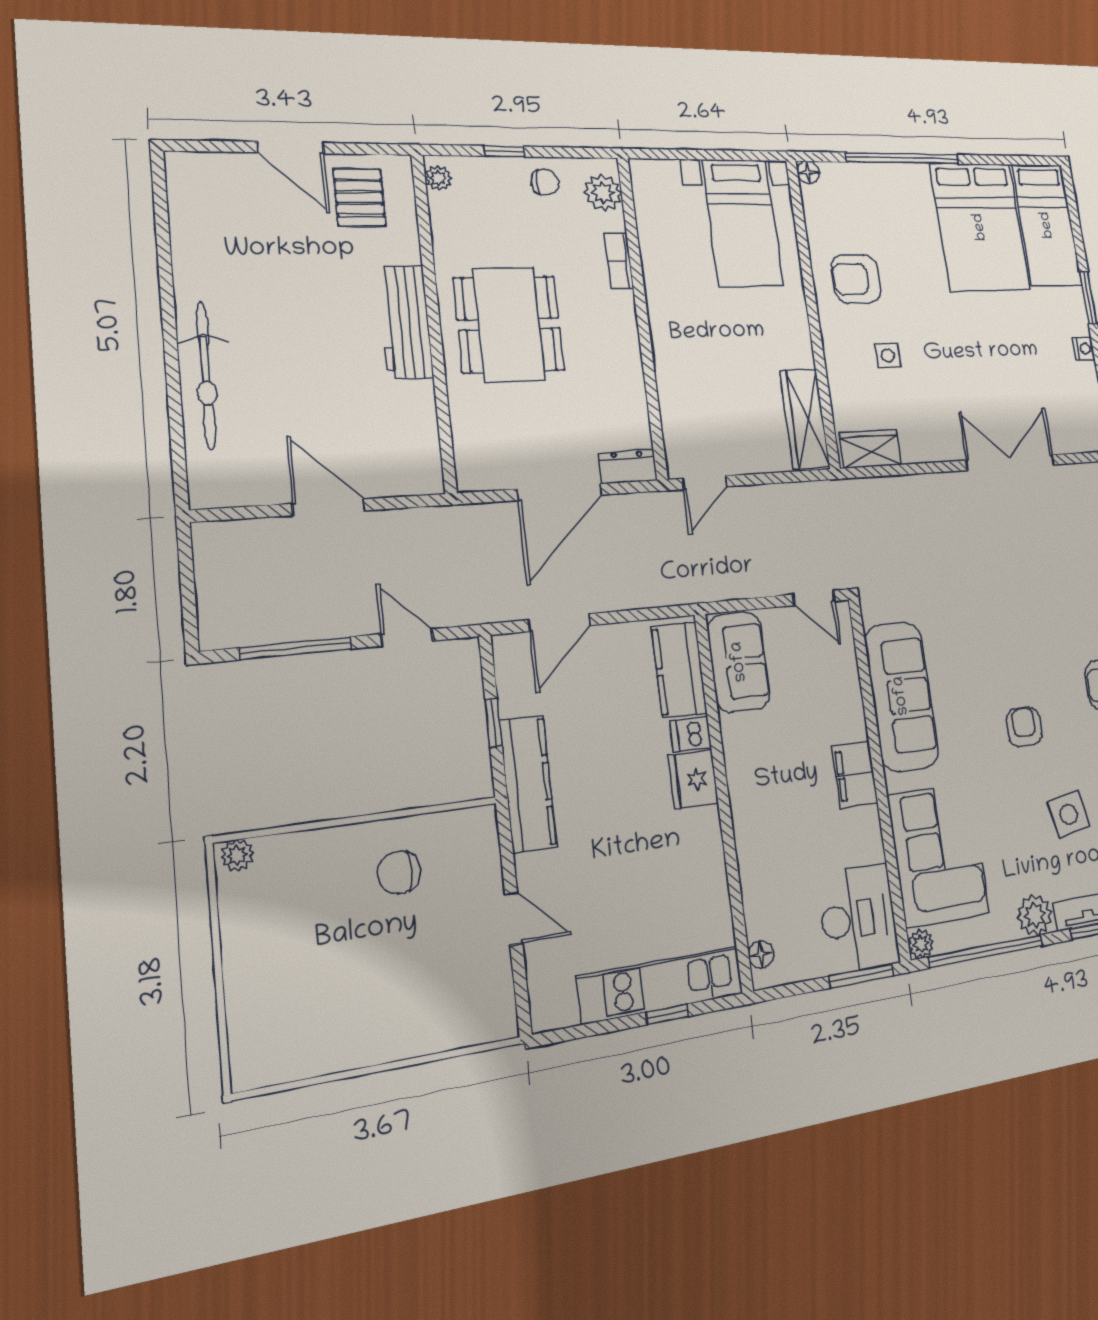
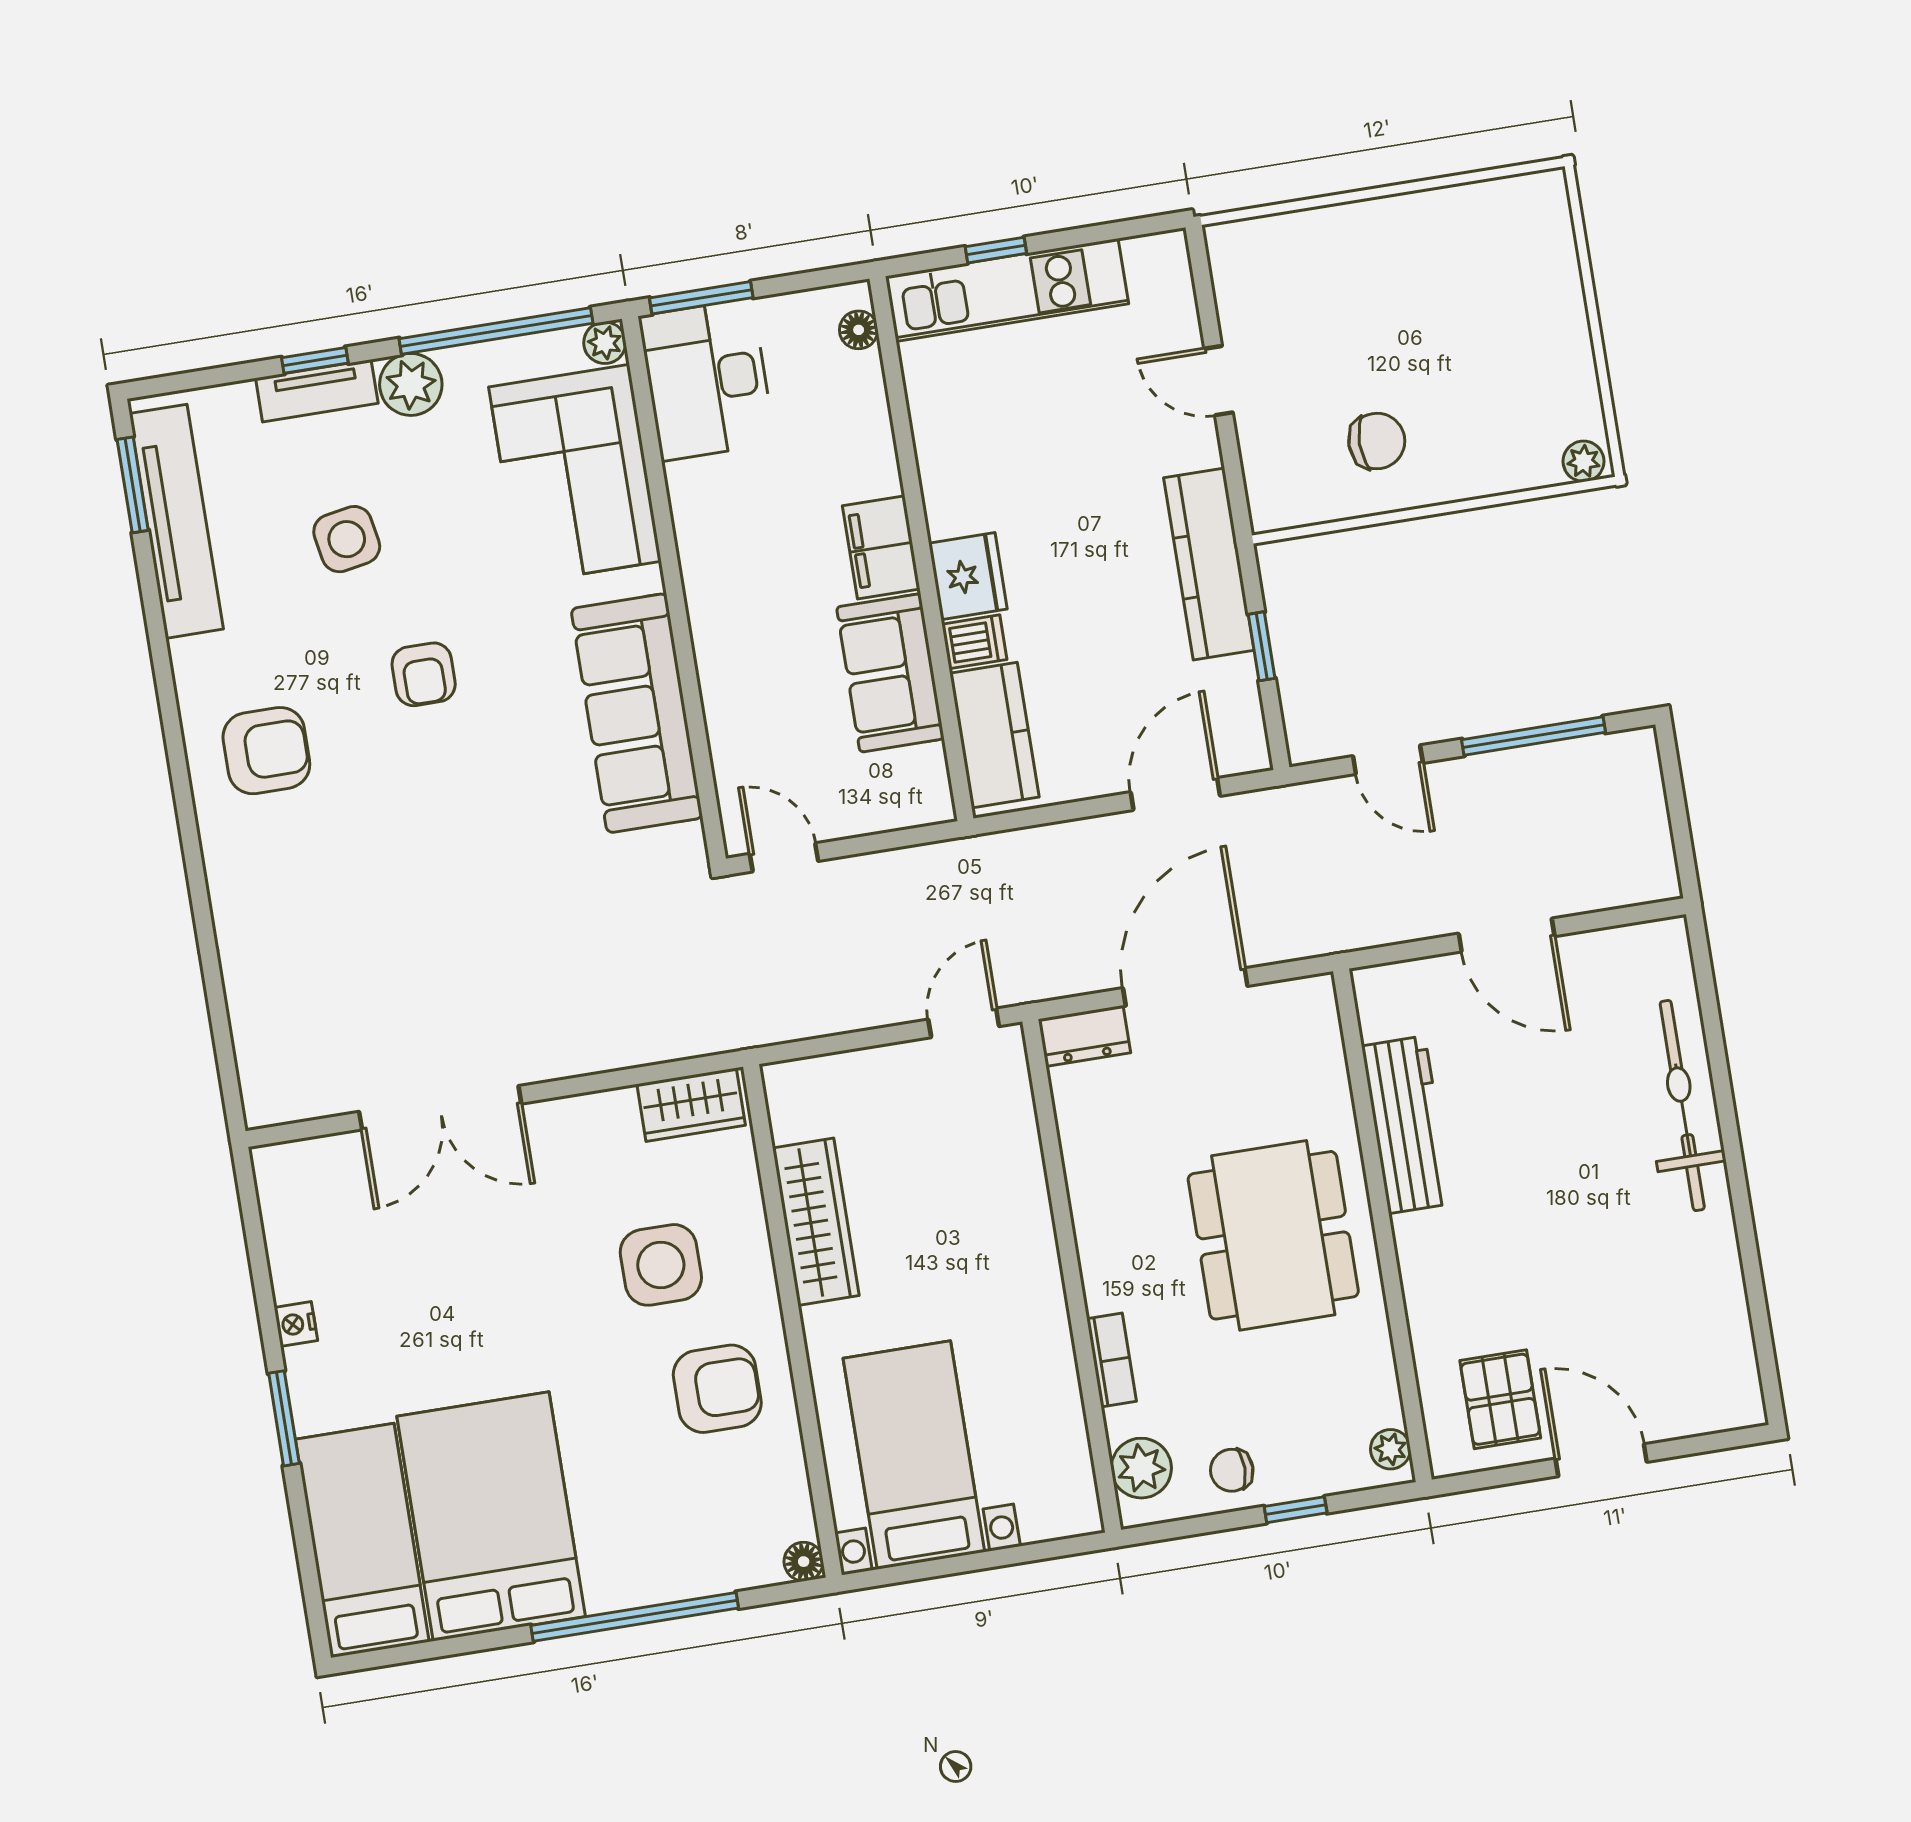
workbench: (406, 322) -> (1407, 1125), moved
side table: (888, 356) -> (661, 1265), width x1.87, depth x1.87
wardrobe: (805, 419) -> (816, 1222), moved
sofa: (739, 662) -> (890, 673), moved
filing cabinet: (855, 774) -> (881, 547), moved, turned 180

